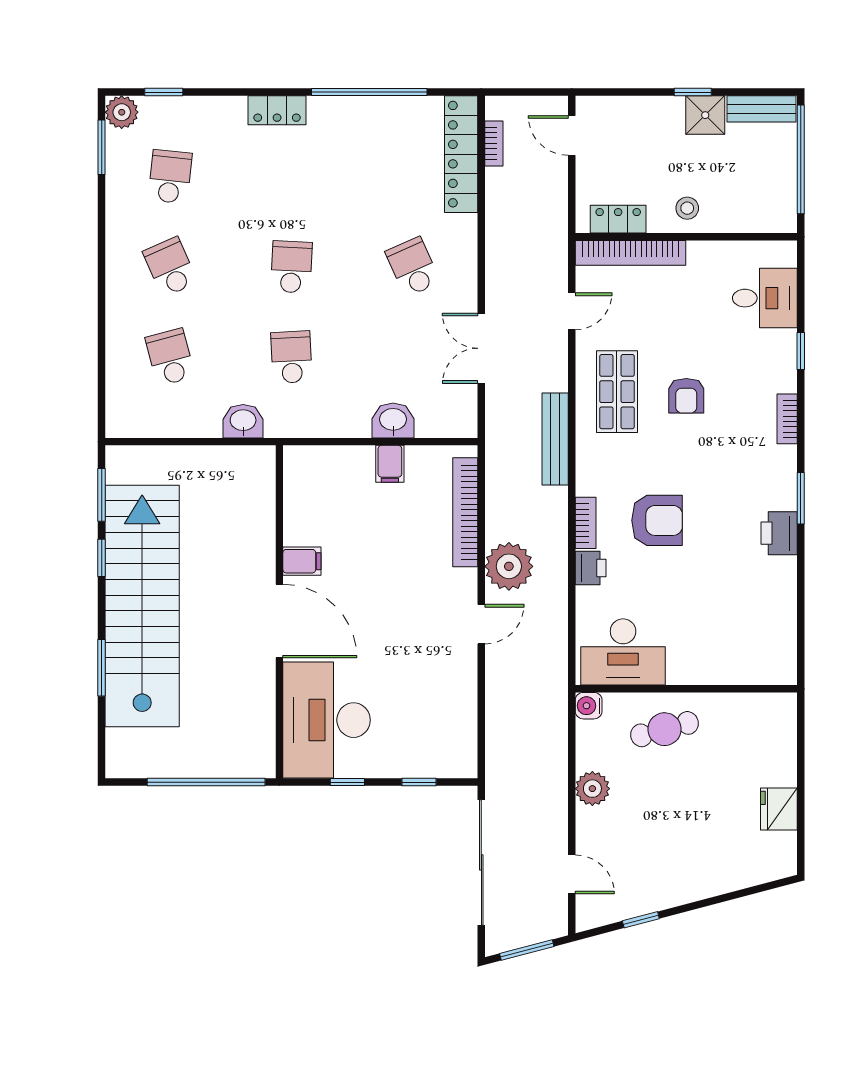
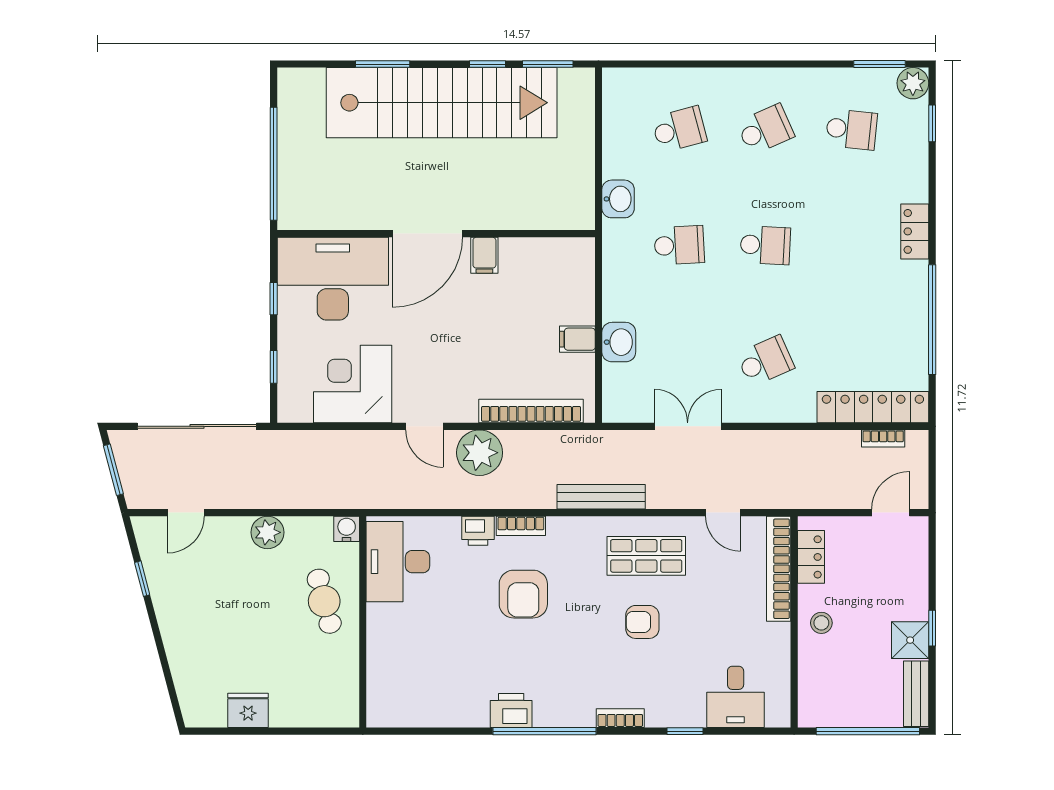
window: (801, 498) -> (544, 731), width x2.11
corner desk: (437, 699) -> (353, 384), added

